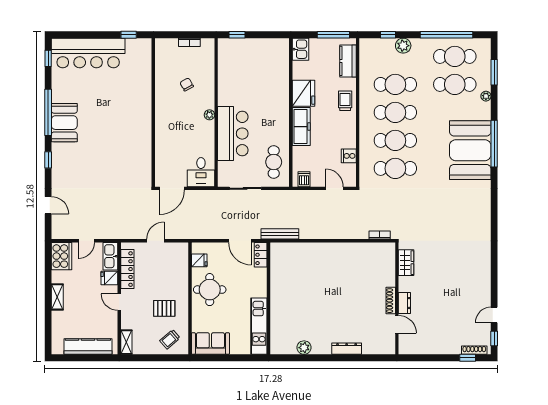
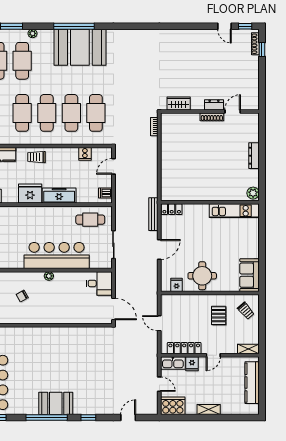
bar counter: (233, 134) -> (57, 256), width x1.36
locker: (261, 255) -> (172, 209), moved
wall: (269, 298) -> (210, 202), moved
kitchen unit: (259, 326) -> (234, 211), moved

